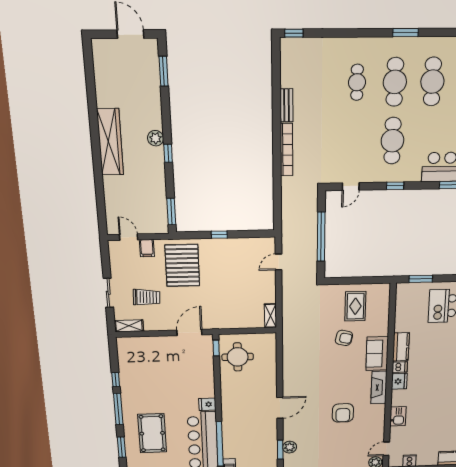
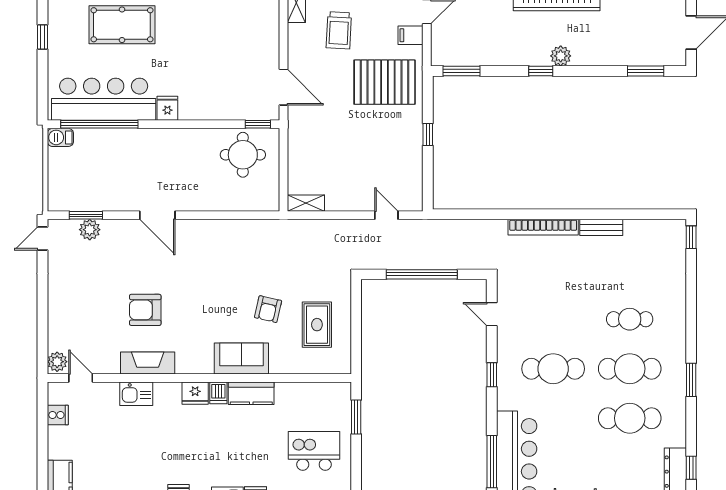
rug: (355, 306) -> (317, 325), turned 90
fireplace: (379, 387) -> (148, 363), moved

